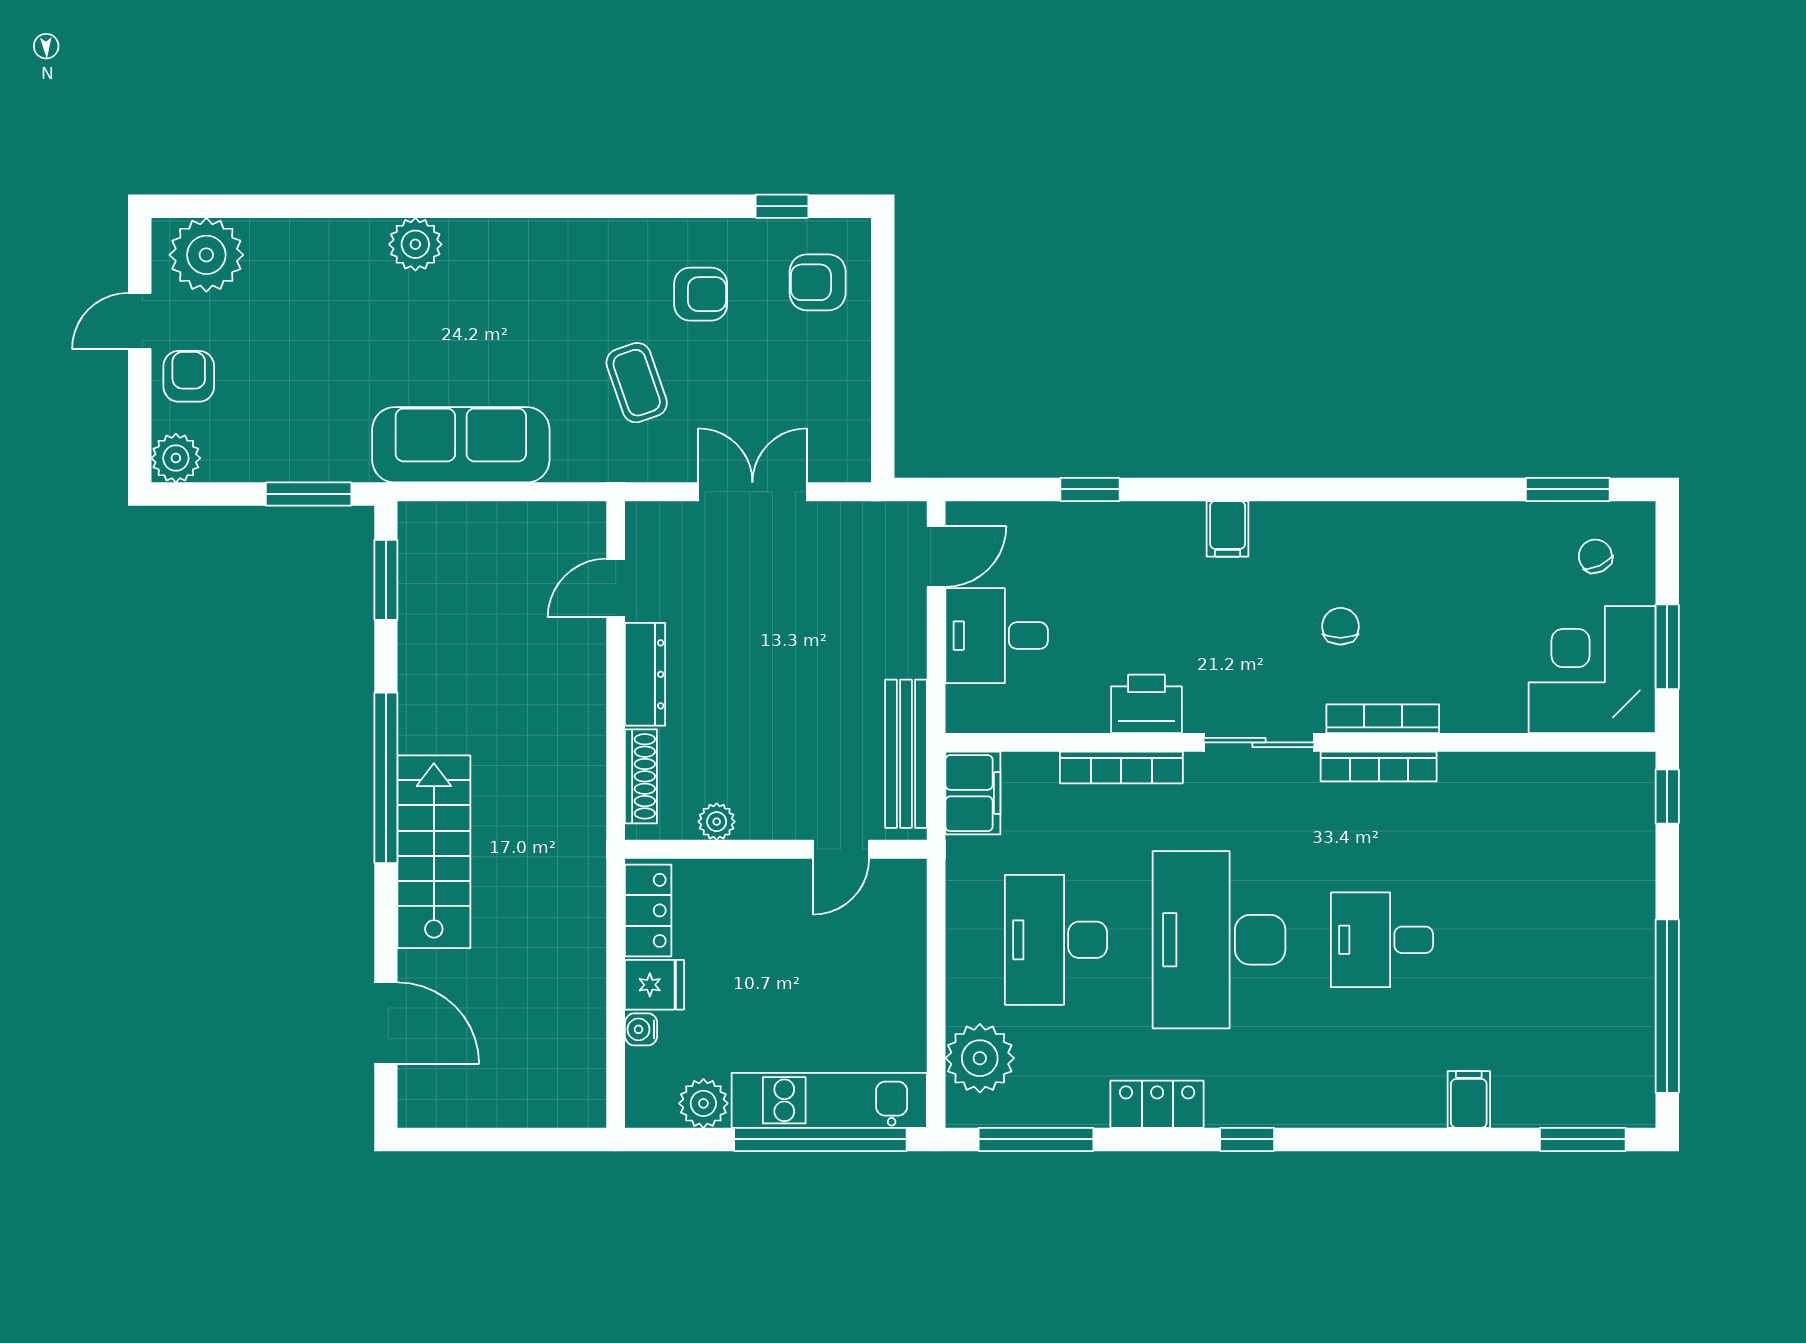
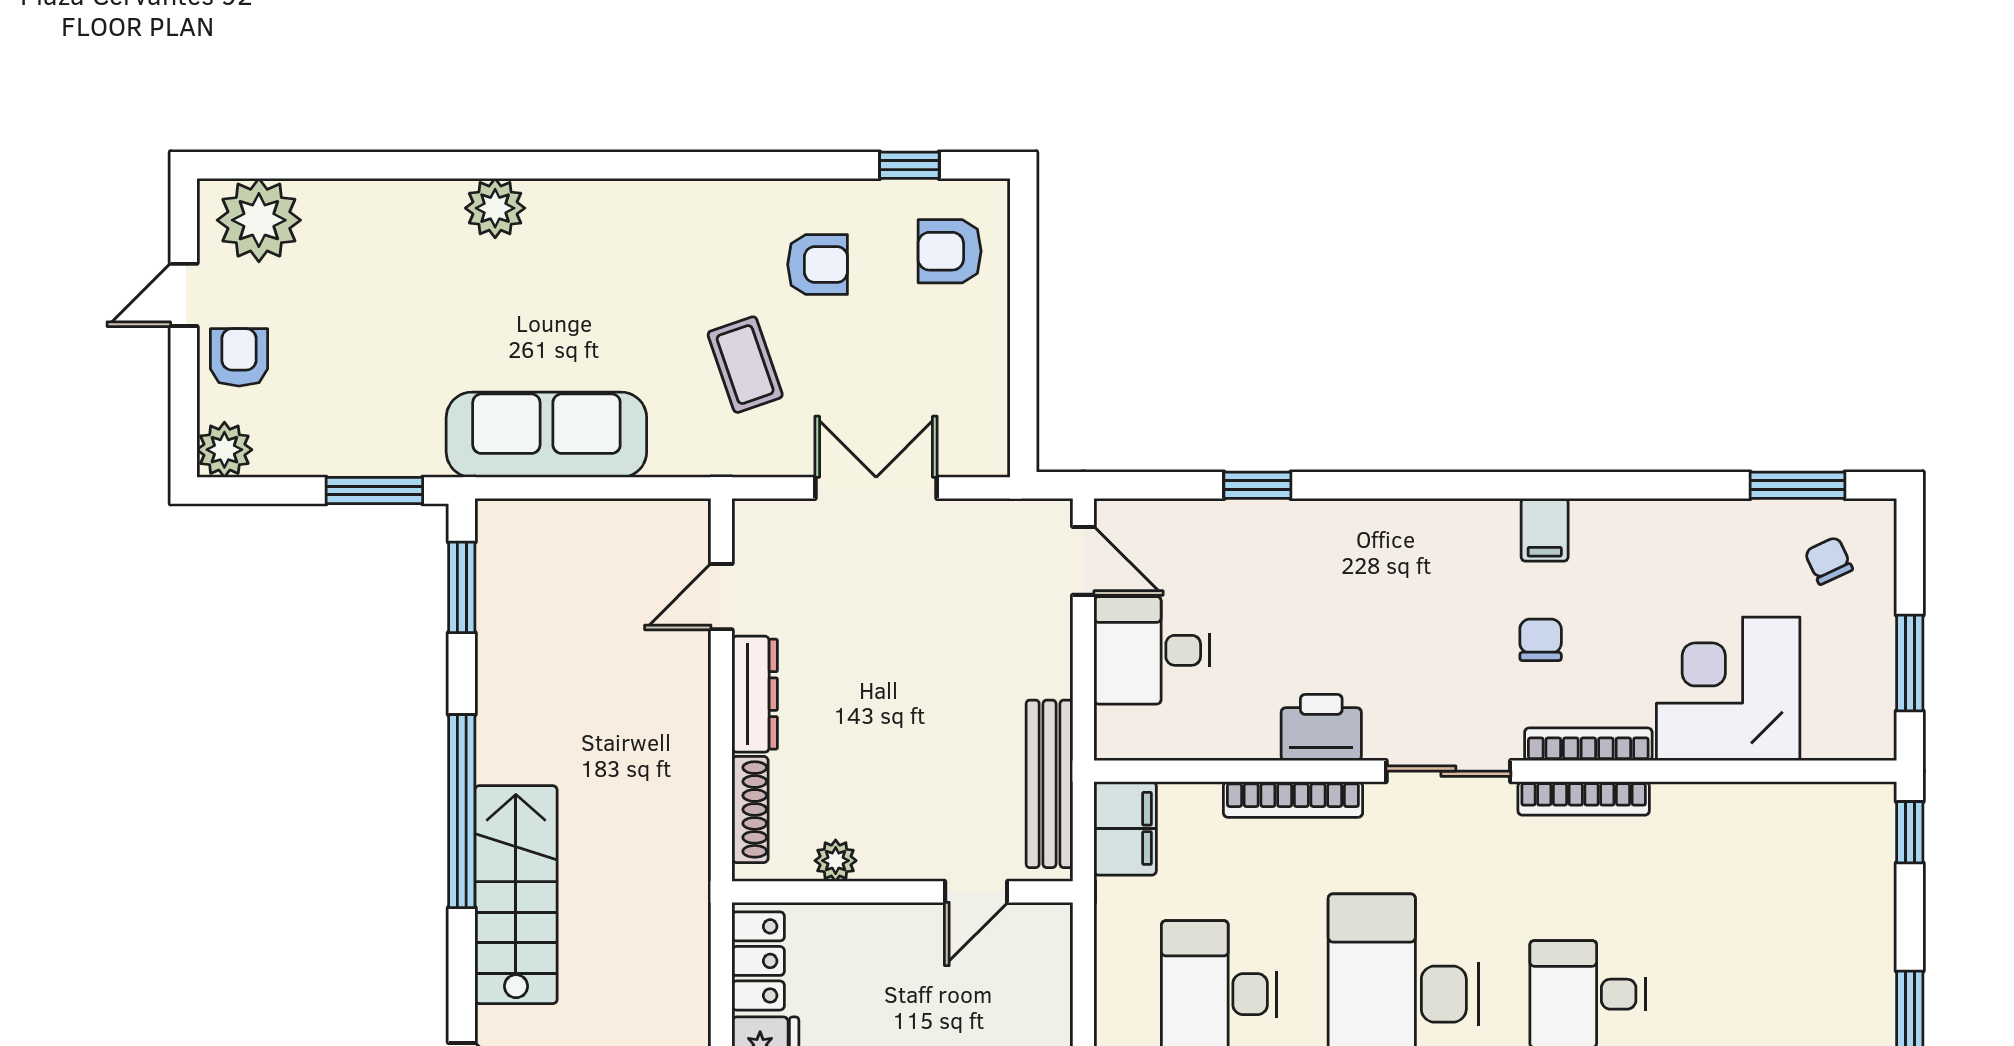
filing cabinet: (1228, 529) -> (1545, 530), moved
door: (936, 556) -> (1083, 561), hinge flipped
corner desk: (1592, 670) -> (1728, 689), moved

